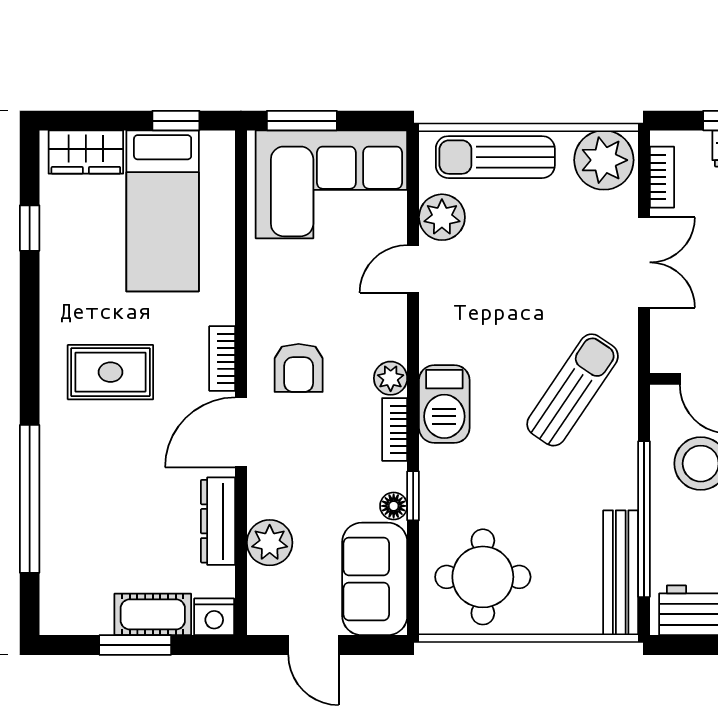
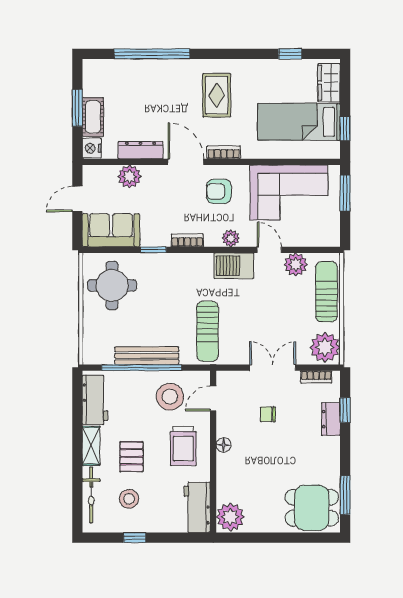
corner sofa: (331, 184) -> (289, 192), moved, turned -90
double door: (644, 262) -> (273, 368), swing flipped
plant: (391, 378) -> (231, 238), moved
sun lounger: (573, 390) -> (208, 331), turned 56
barbecue: (444, 404) -> (234, 266), moved
floor lamp: (394, 506) -> (148, 240), removed
bench: (621, 573) -> (147, 356), moved

